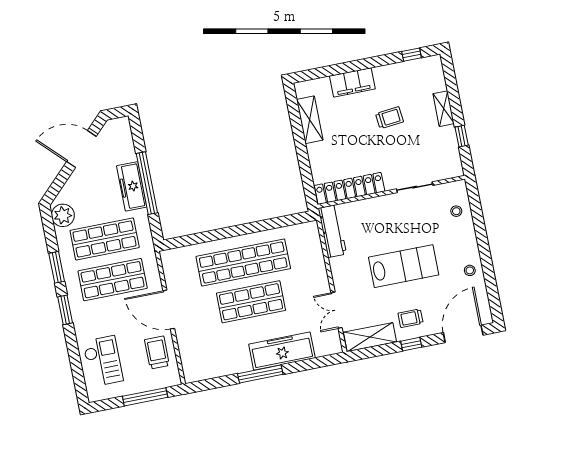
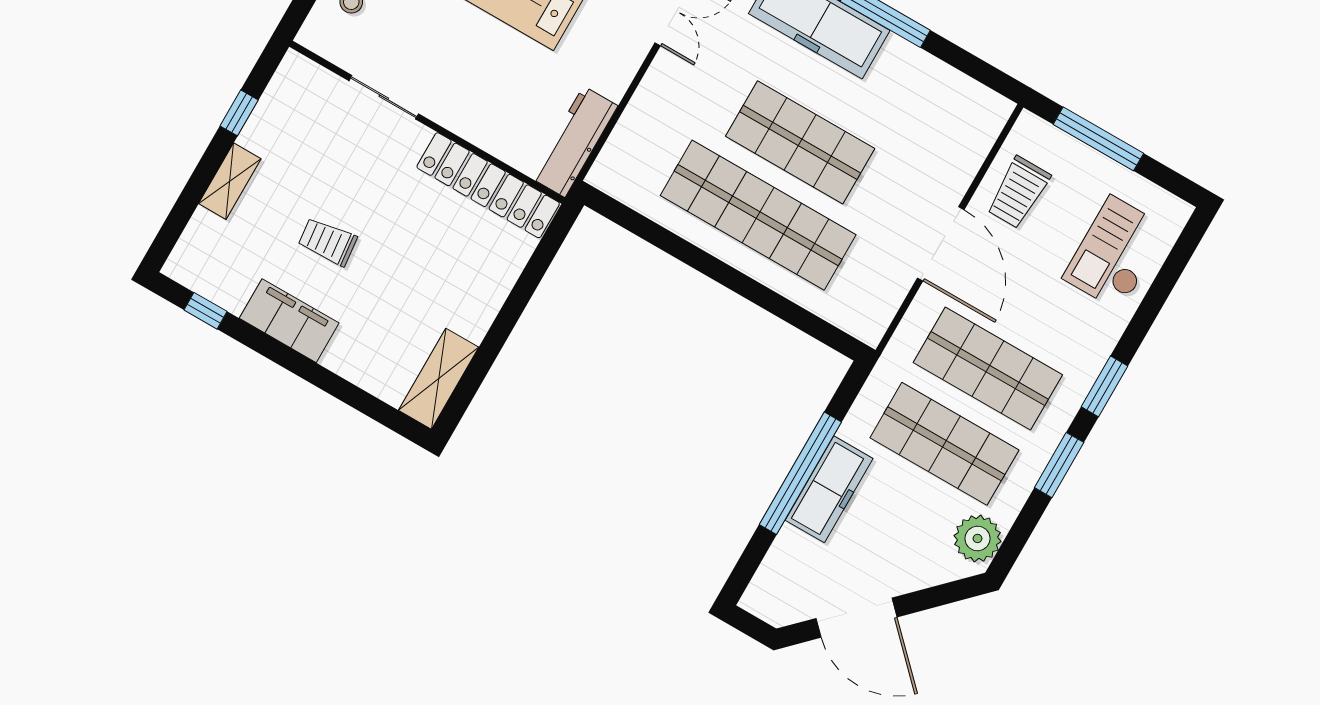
filing cabinet: (352, 82) -> (289, 321), moved
shelving: (310, 120) -> (439, 379), moved

